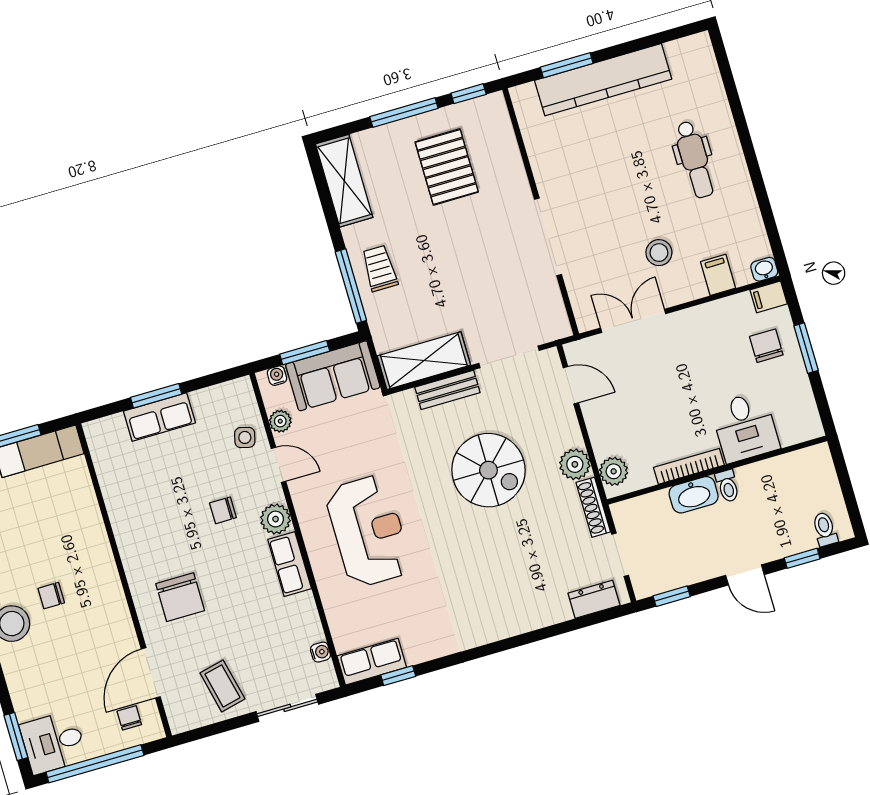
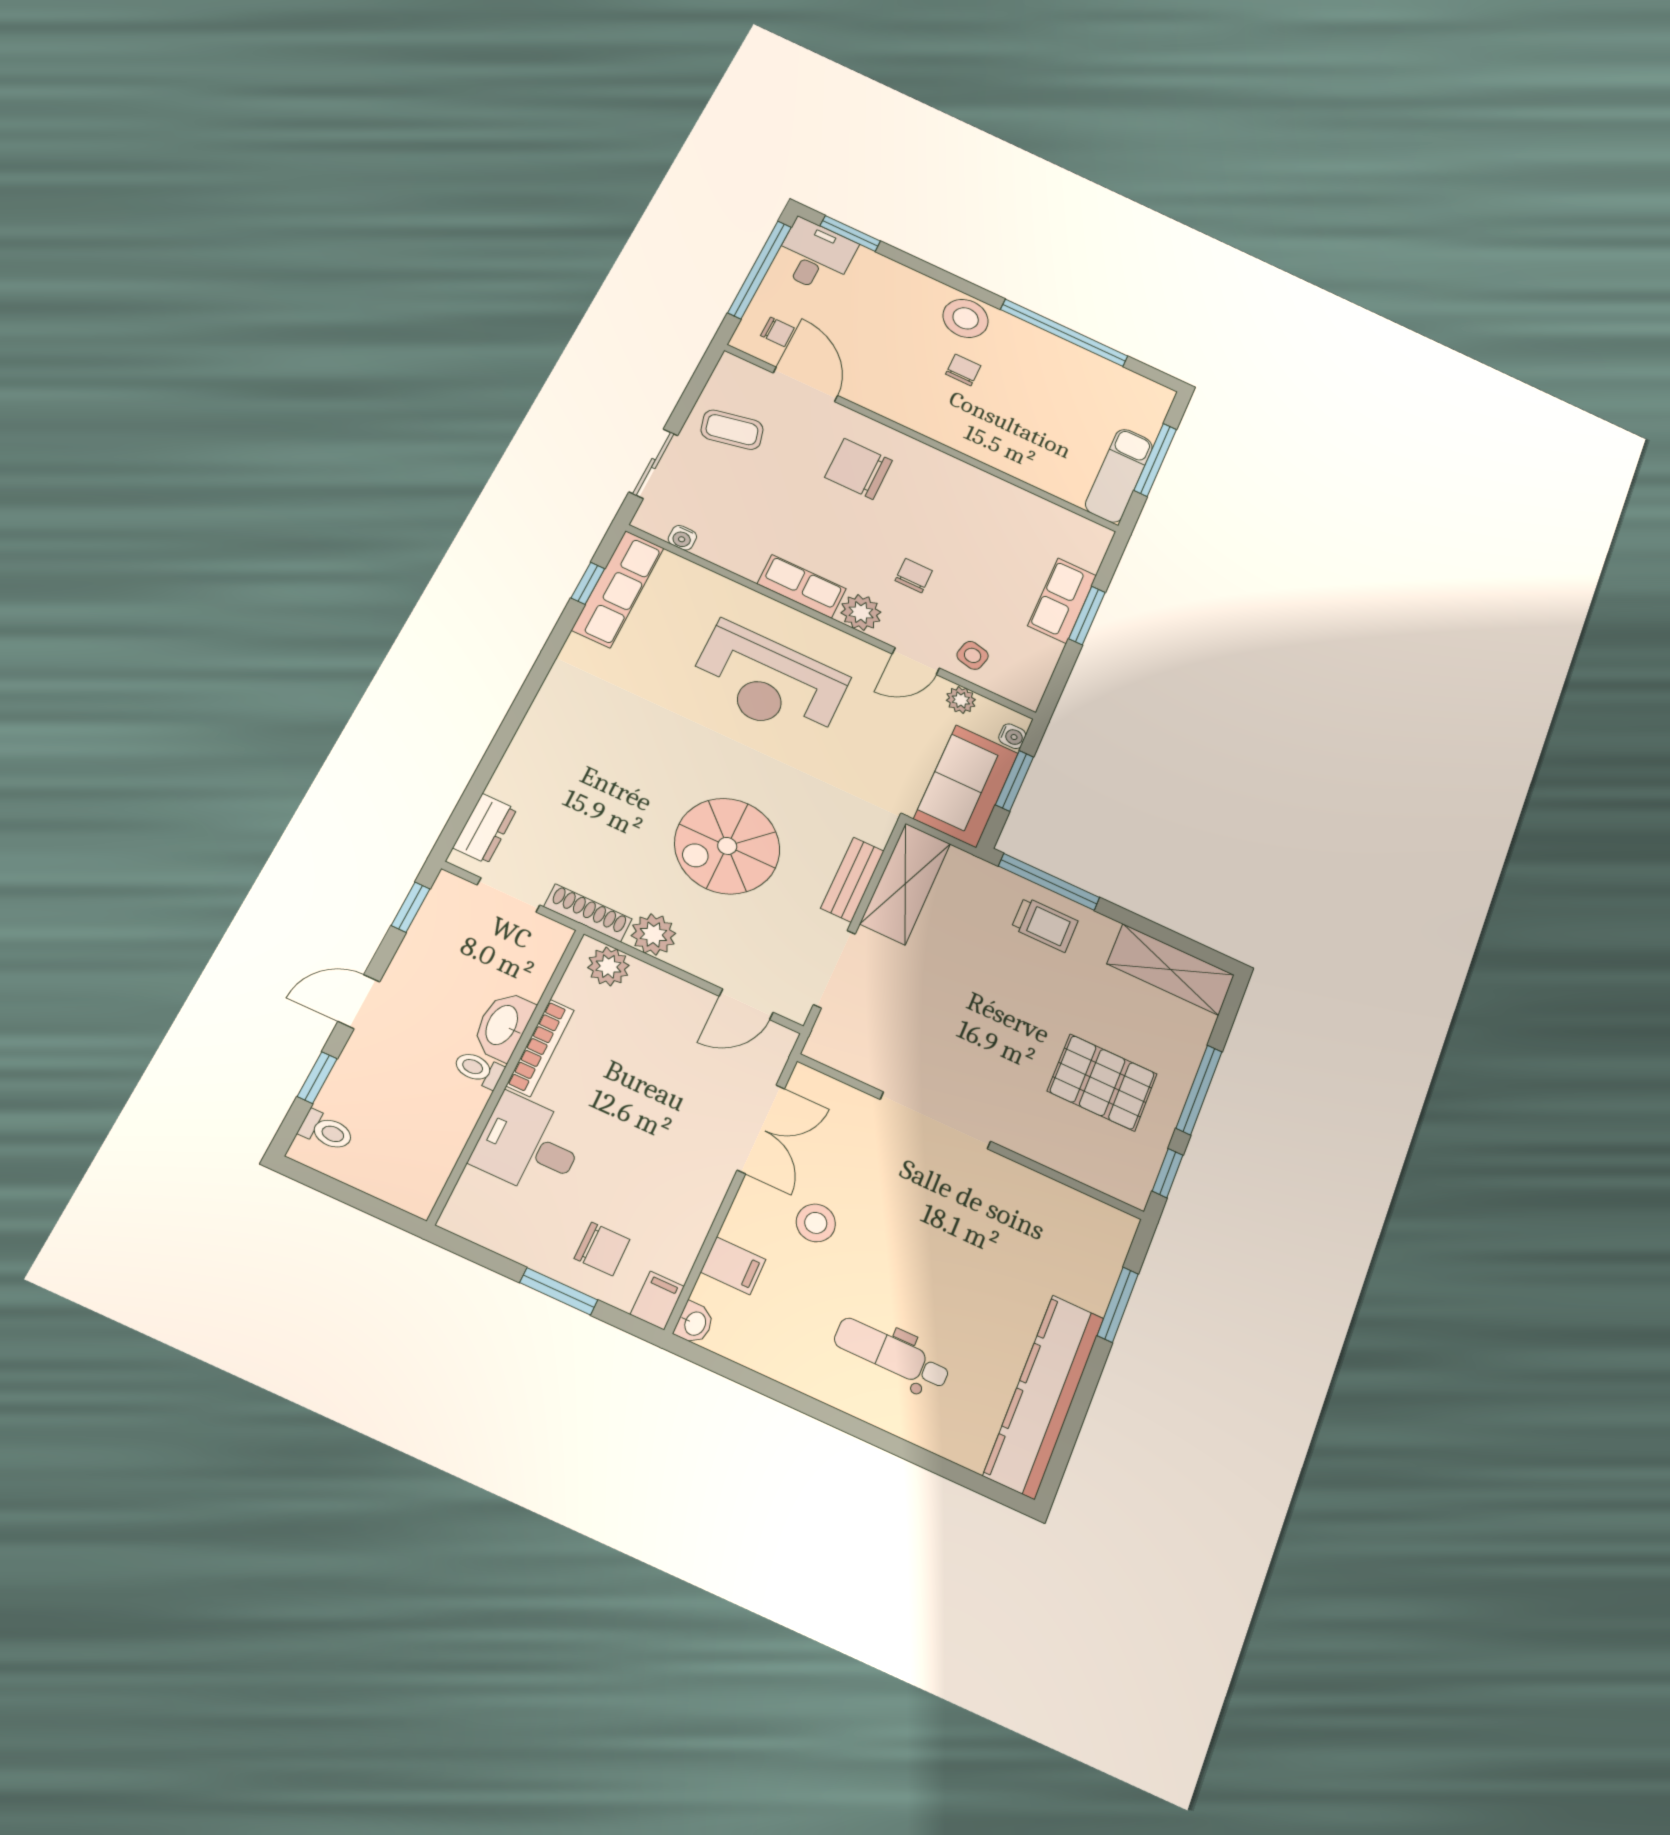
kitchen counter: (603, 80) -> (1044, 1396), moved
row of seats: (372, 662) -> (618, 589), width x1.48

